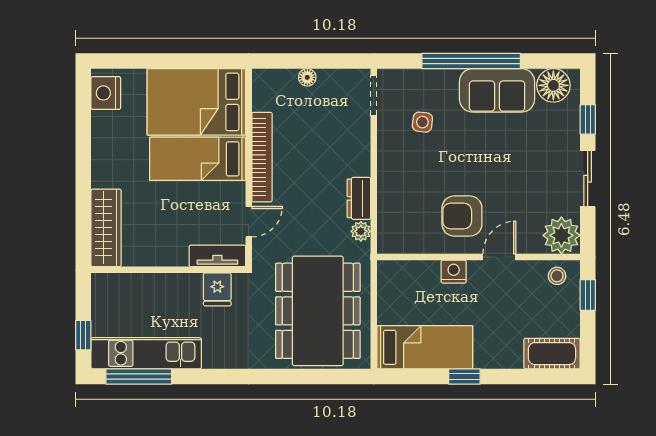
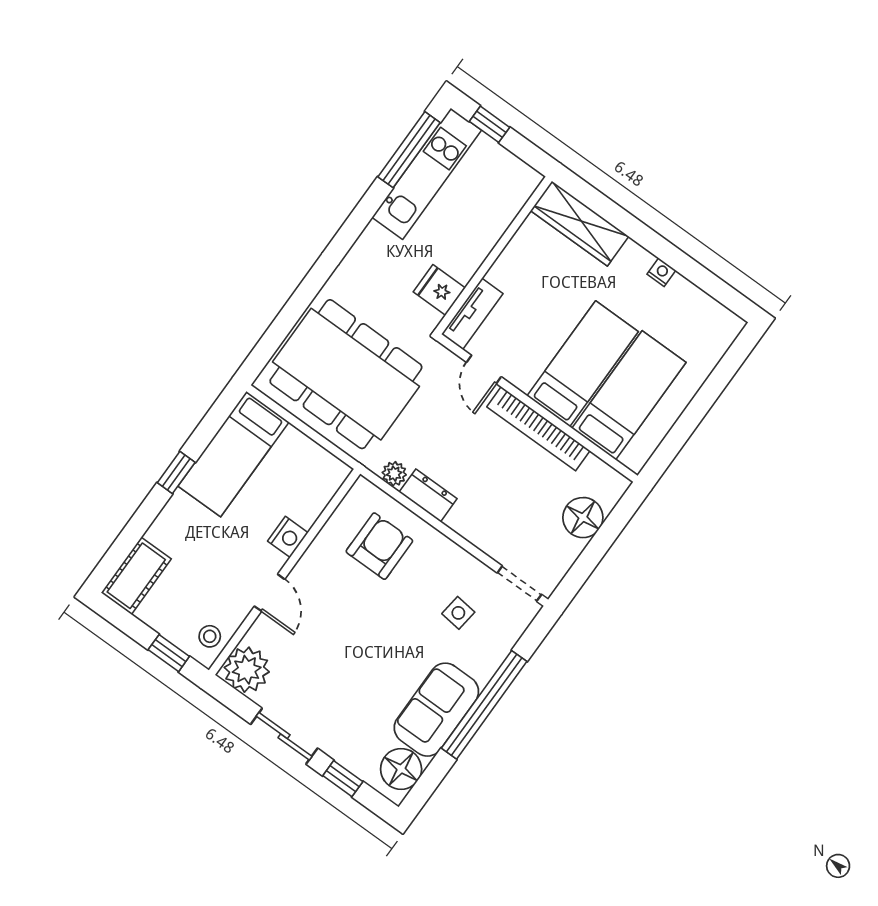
floor lamp: (307, 77) -> (583, 518), width x1.89, depth x1.89
nightstand: (106, 93) -> (661, 272), moved, width x0.53, depth x0.56
bed: (196, 102) -> (629, 395), width x0.67
armchair: (462, 216) -> (379, 546), moved

